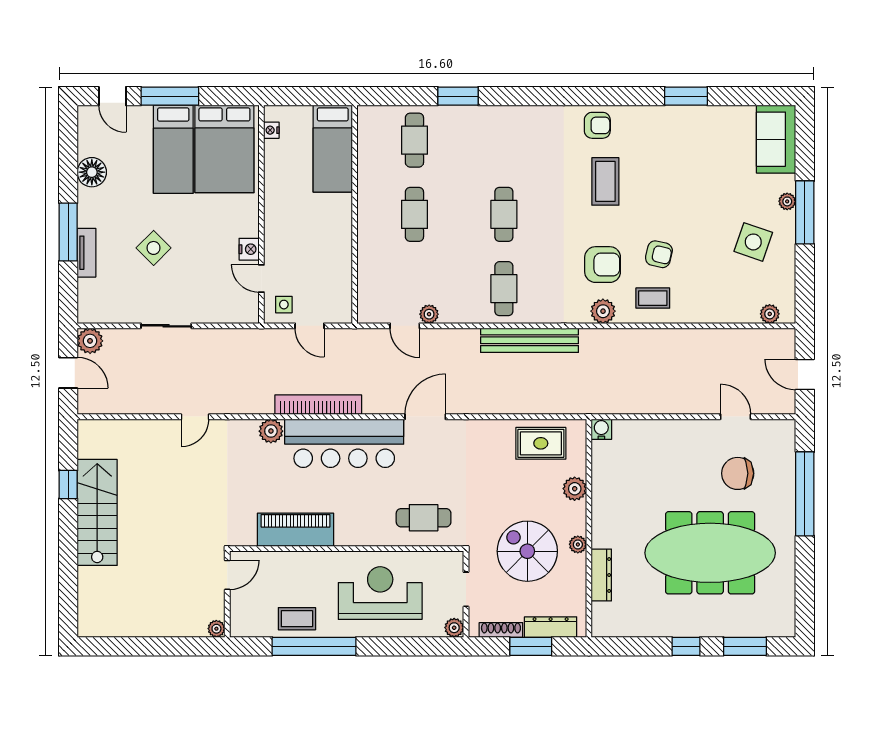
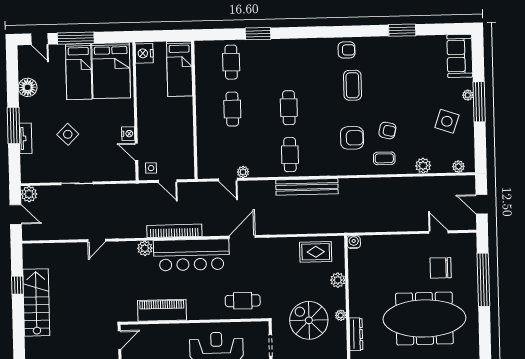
nightstand: (271, 130) -> (144, 53), width x1.89, depth x1.79
plant: (603, 311) -> (423, 166), moved

